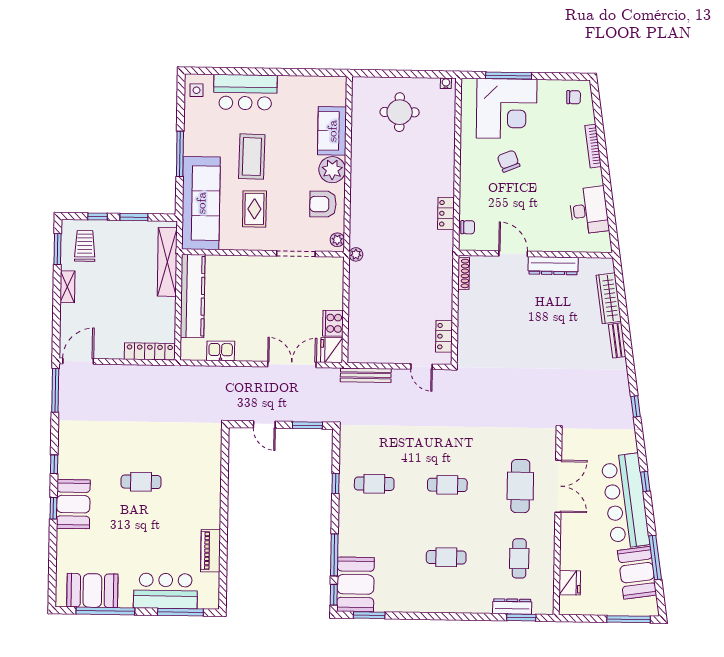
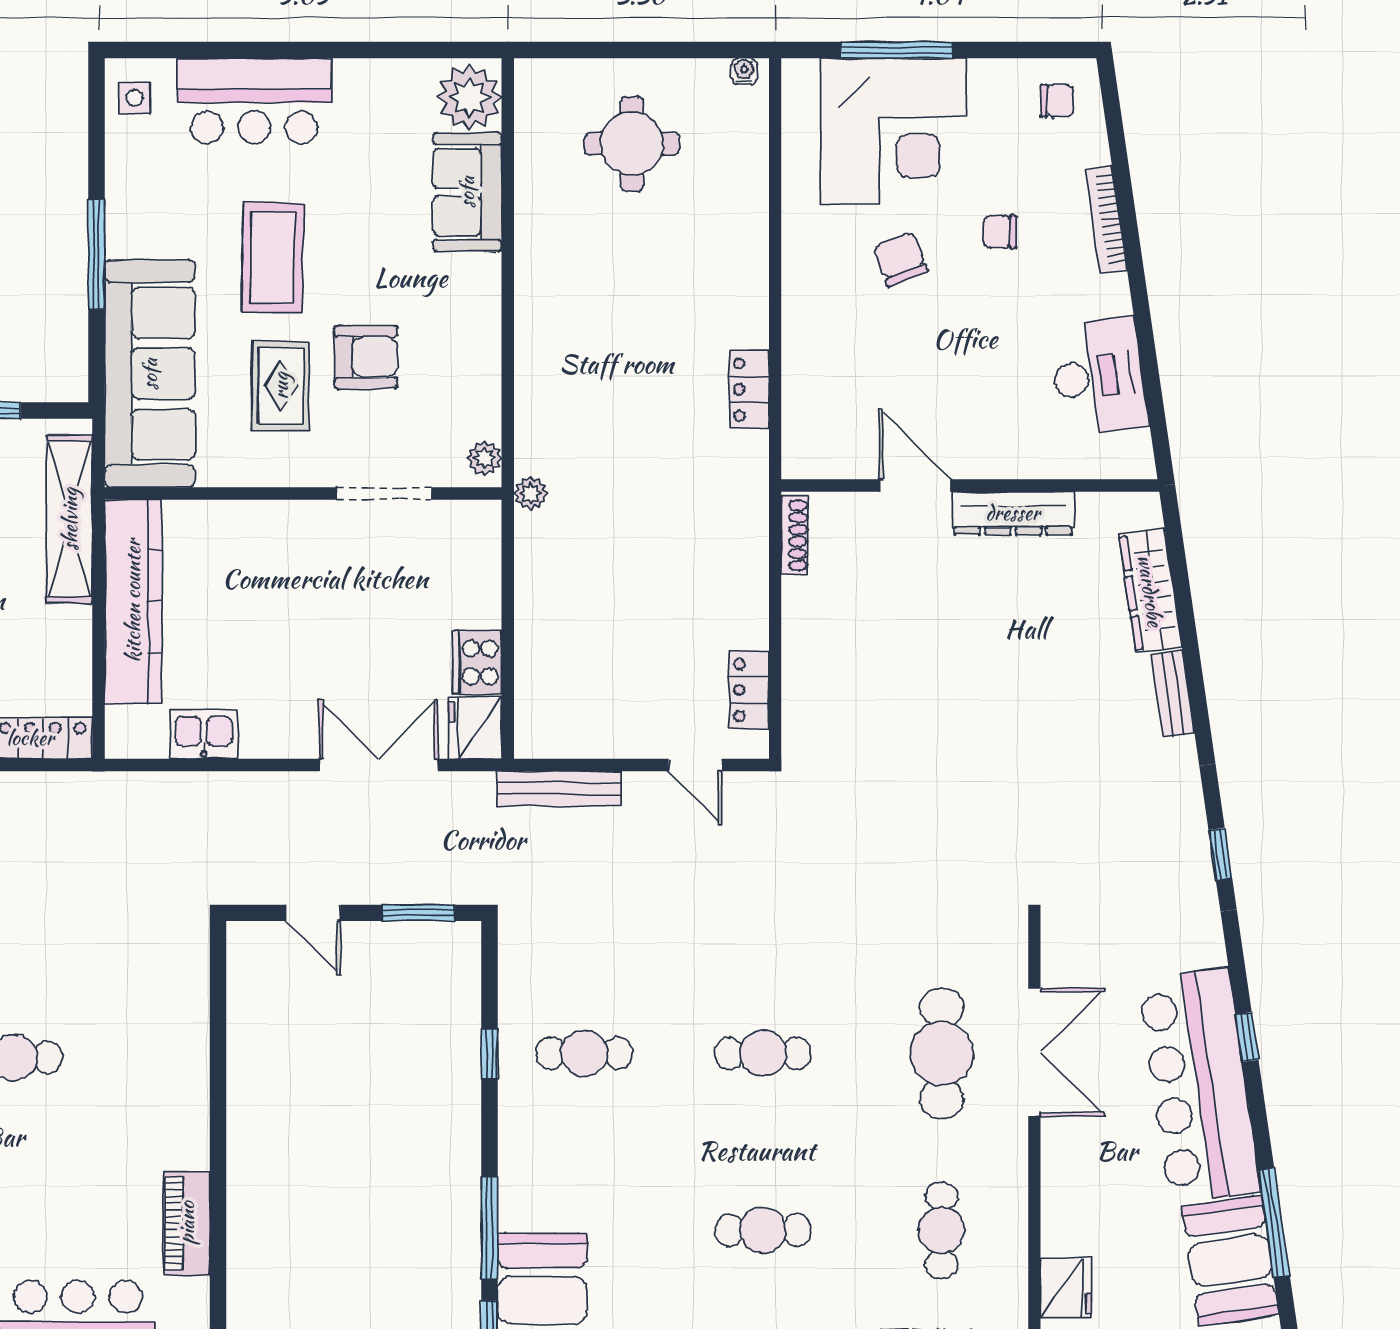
plant: (332, 170) -> (469, 97), moved
armchair: (323, 204) -> (366, 357), moved, turned 180
chair: (468, 227) -> (1000, 232), moved, turned 180

